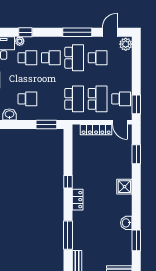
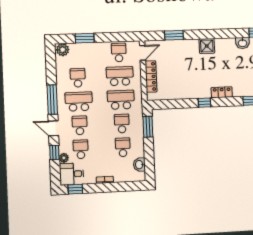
door: (110, 32) -> (53, 128), moved
school desk: (51, 99) -> (122, 123), added
window: (136, 104) -> (85, 38), moved

